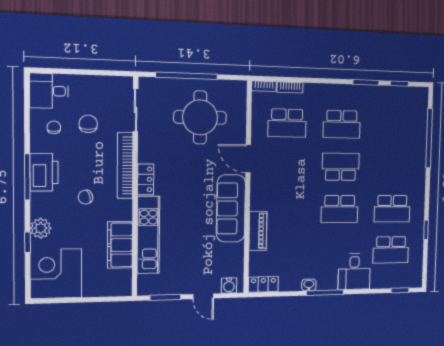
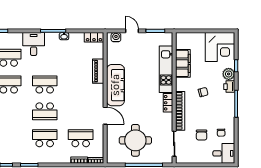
printer: (44, 172) -> (229, 87), moved, width x0.53, depth x0.68

